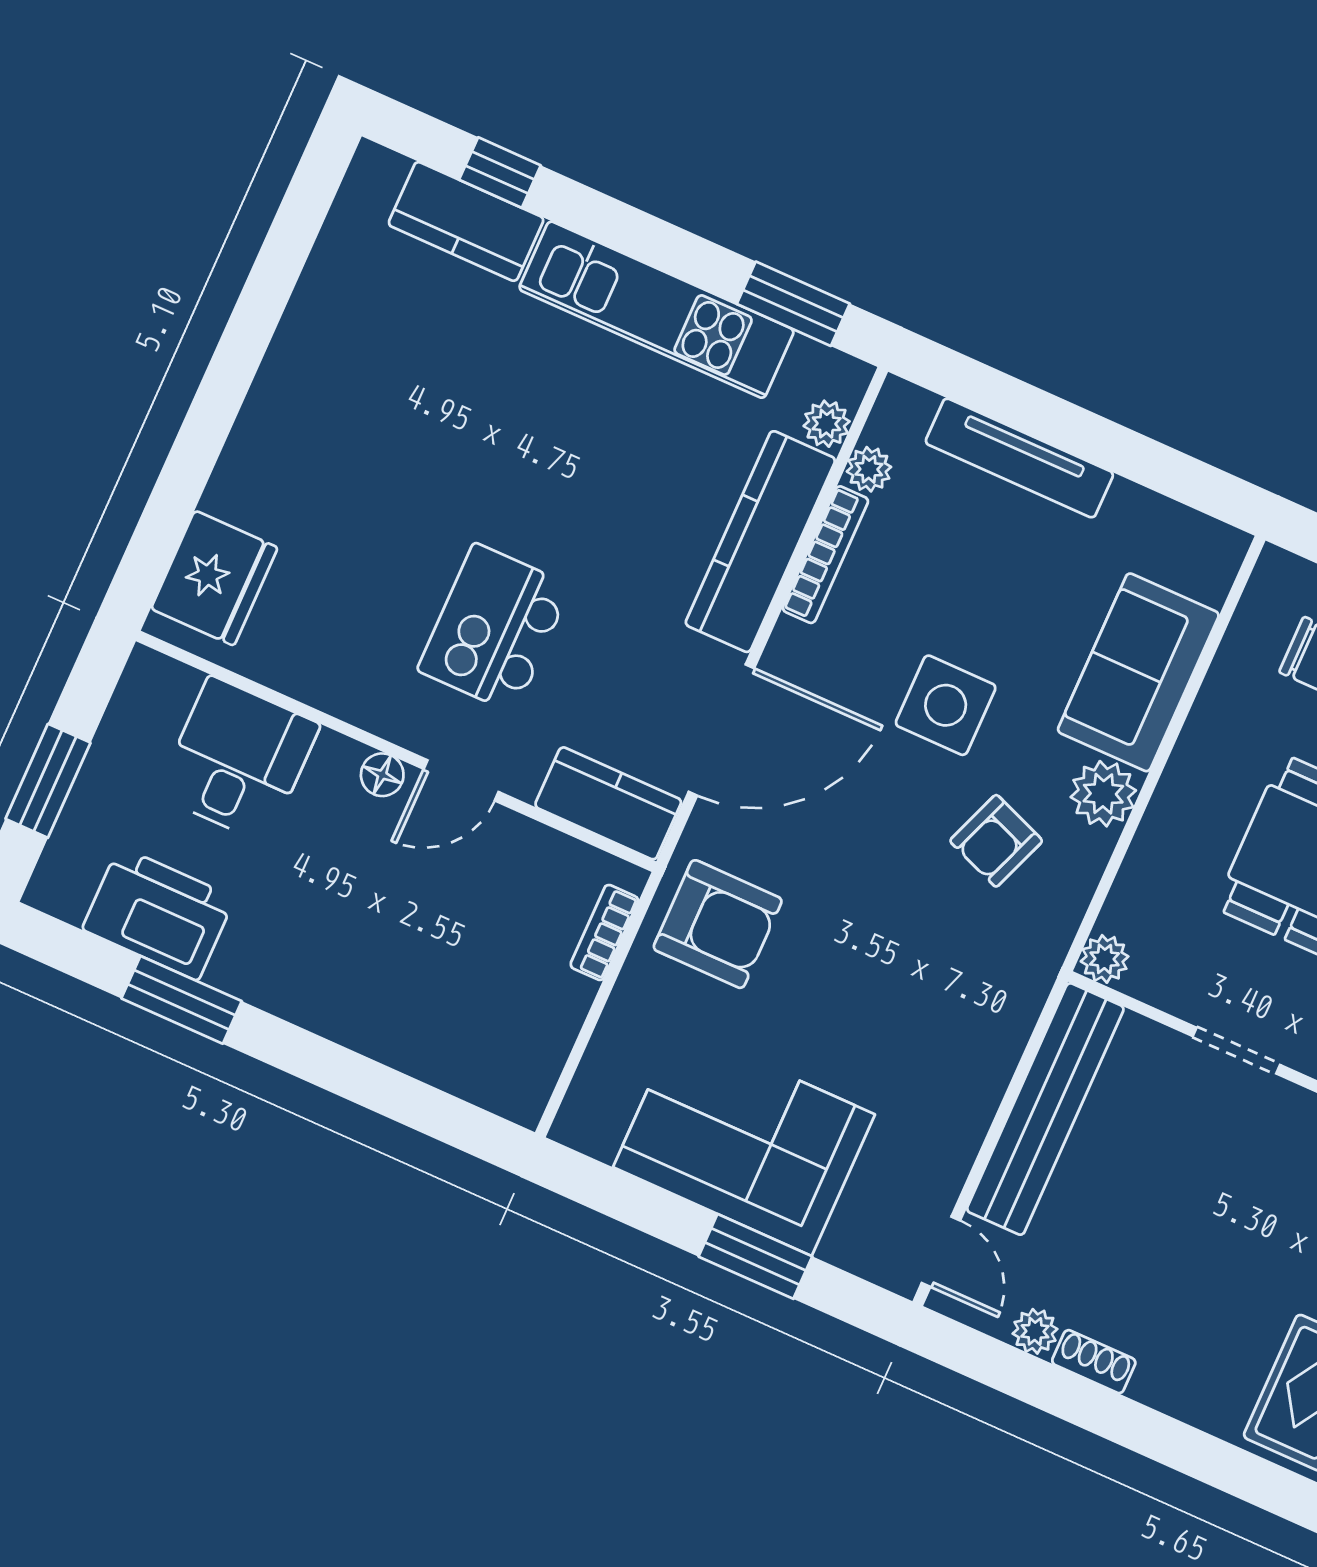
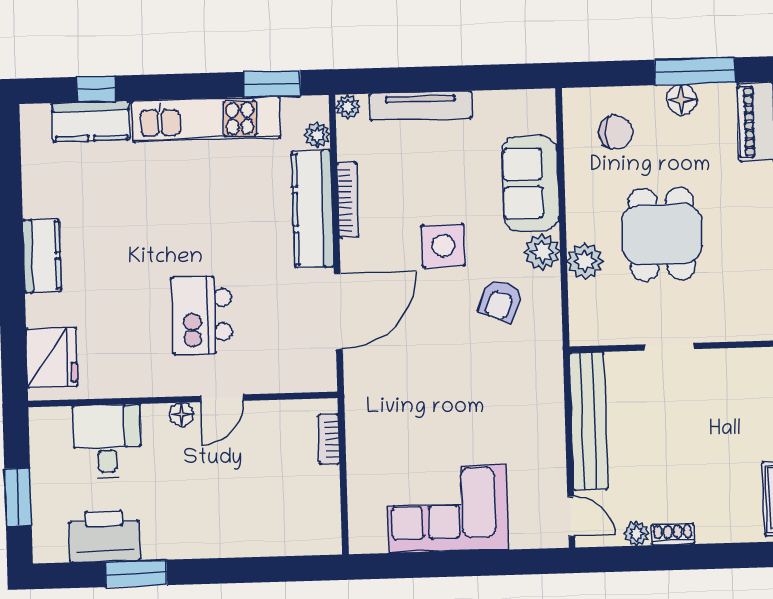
plant: (869, 469) -> (348, 107), moved
kitchen counter: (608, 803) -> (42, 256), moved, turned 90
armchair: (718, 924) -> (383, 408), removed
plant: (1105, 959) -> (585, 261), moved, width x1.38, depth x1.38
window: (755, 1256) -> (481, 563), removed

